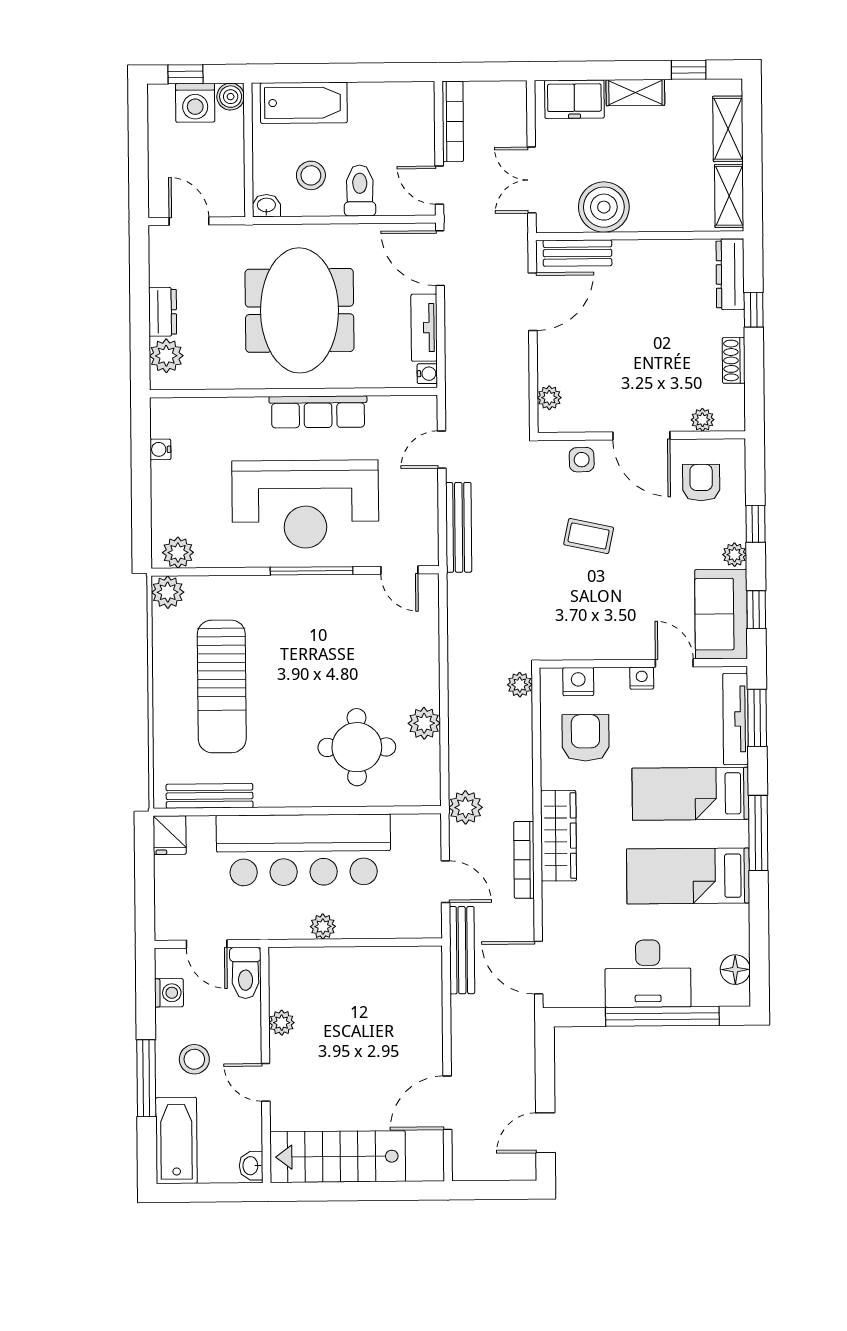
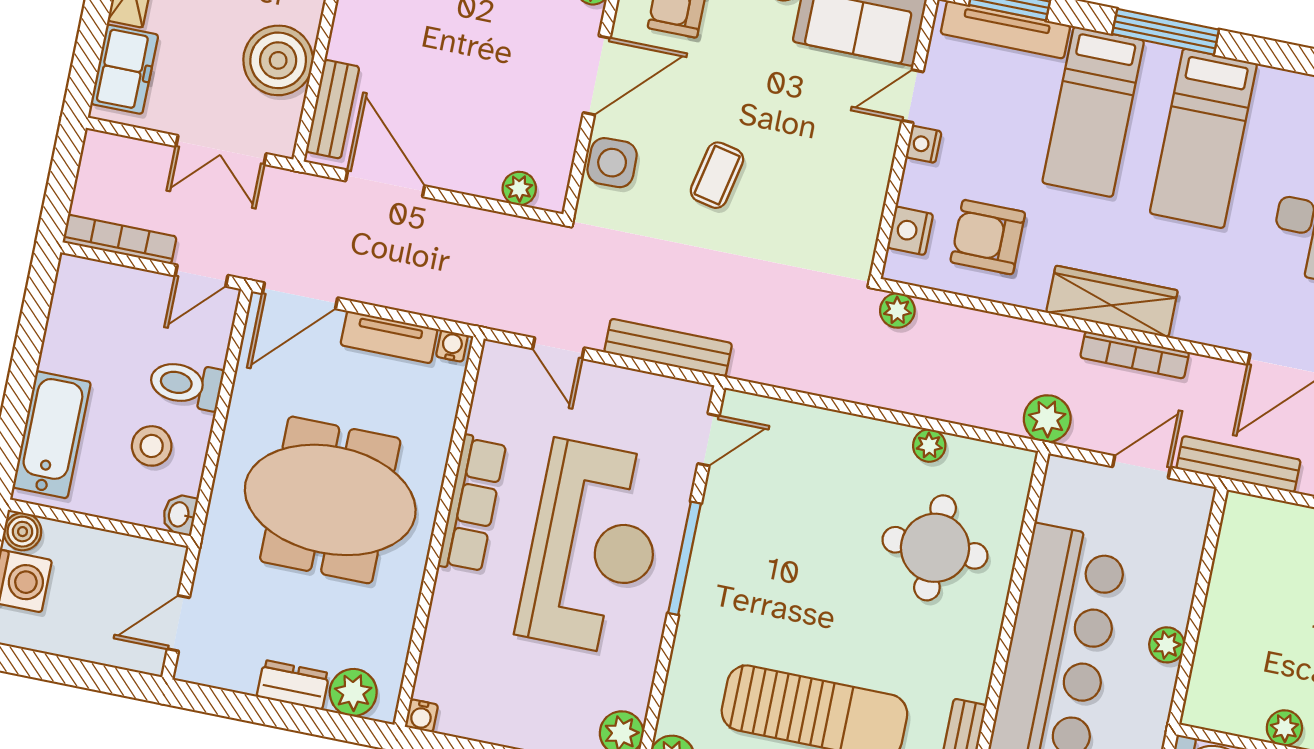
water cooler: (160, 449) -> (421, 716), moved
side table: (582, 460) -> (612, 163), width x1.37, depth x1.37
plant: (424, 723) -> (929, 446), width x0.73, depth x0.73

